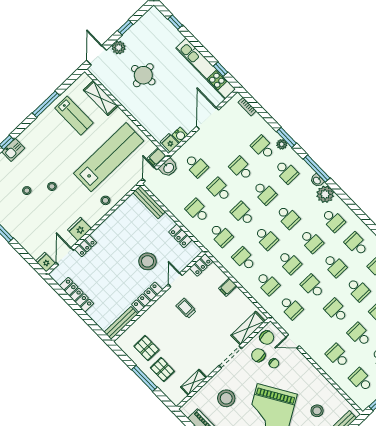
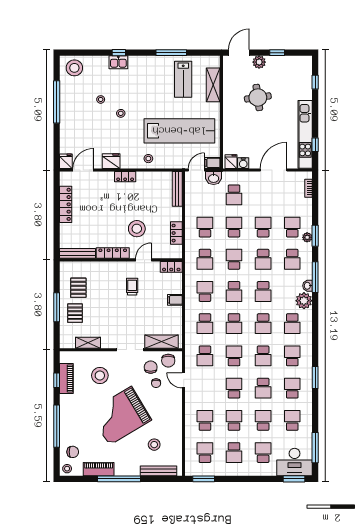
locker: (85, 246) -> (125, 177), moved

